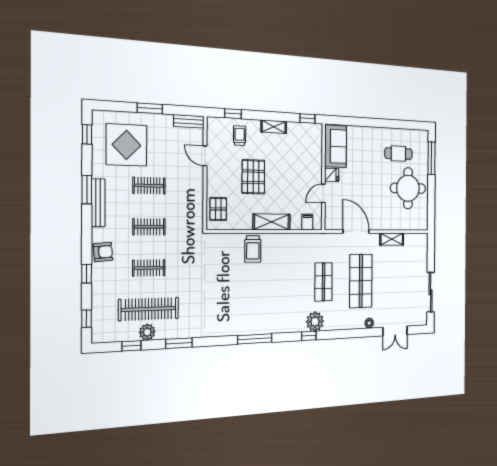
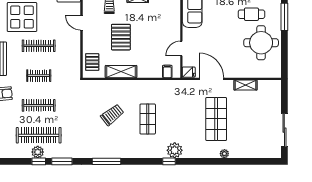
fridge: (332, 175) -> (189, 72), moved
clothes rail: (149, 186) -> (39, 46), width x1.36
shelving: (272, 222) -> (121, 72), moved
trolley: (253, 249) -> (112, 115), moved, turned -128
clothes rail: (149, 268) -> (39, 105), width x1.36
shop shelf: (323, 282) -> (148, 119), moved
double door: (395, 331) -> (249, 161), removed
window: (255, 339) -> (107, 161), moved
window: (131, 346) -> (39, 161), moved

